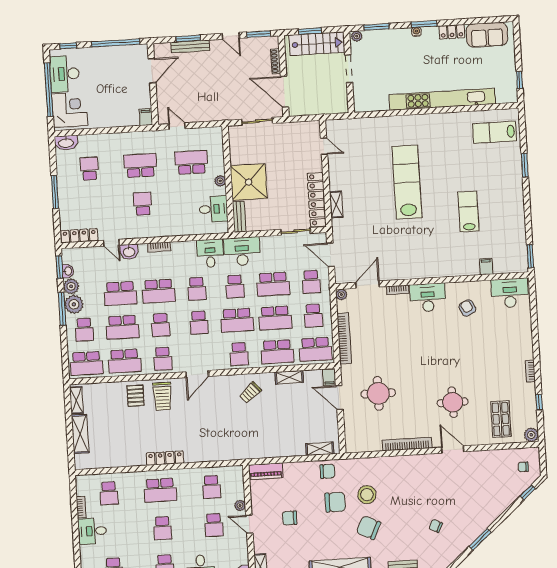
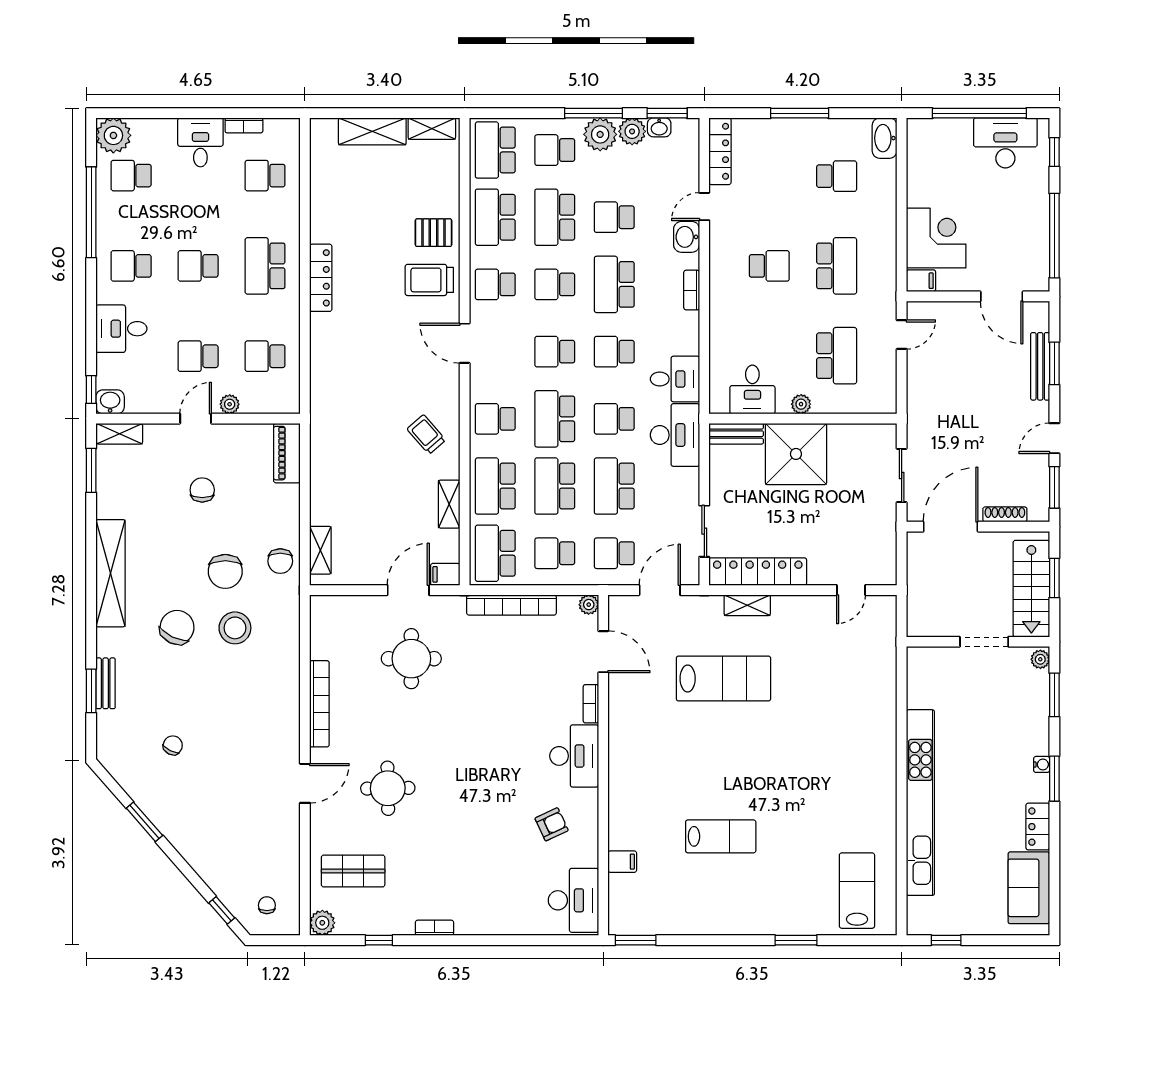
corner desk: (70, 110) -> (936, 238), moved, turned -90
lab bench: (407, 182) -> (723, 678), moved, width x0.73
school desk: (120, 293) -> (614, 217), width x0.54

